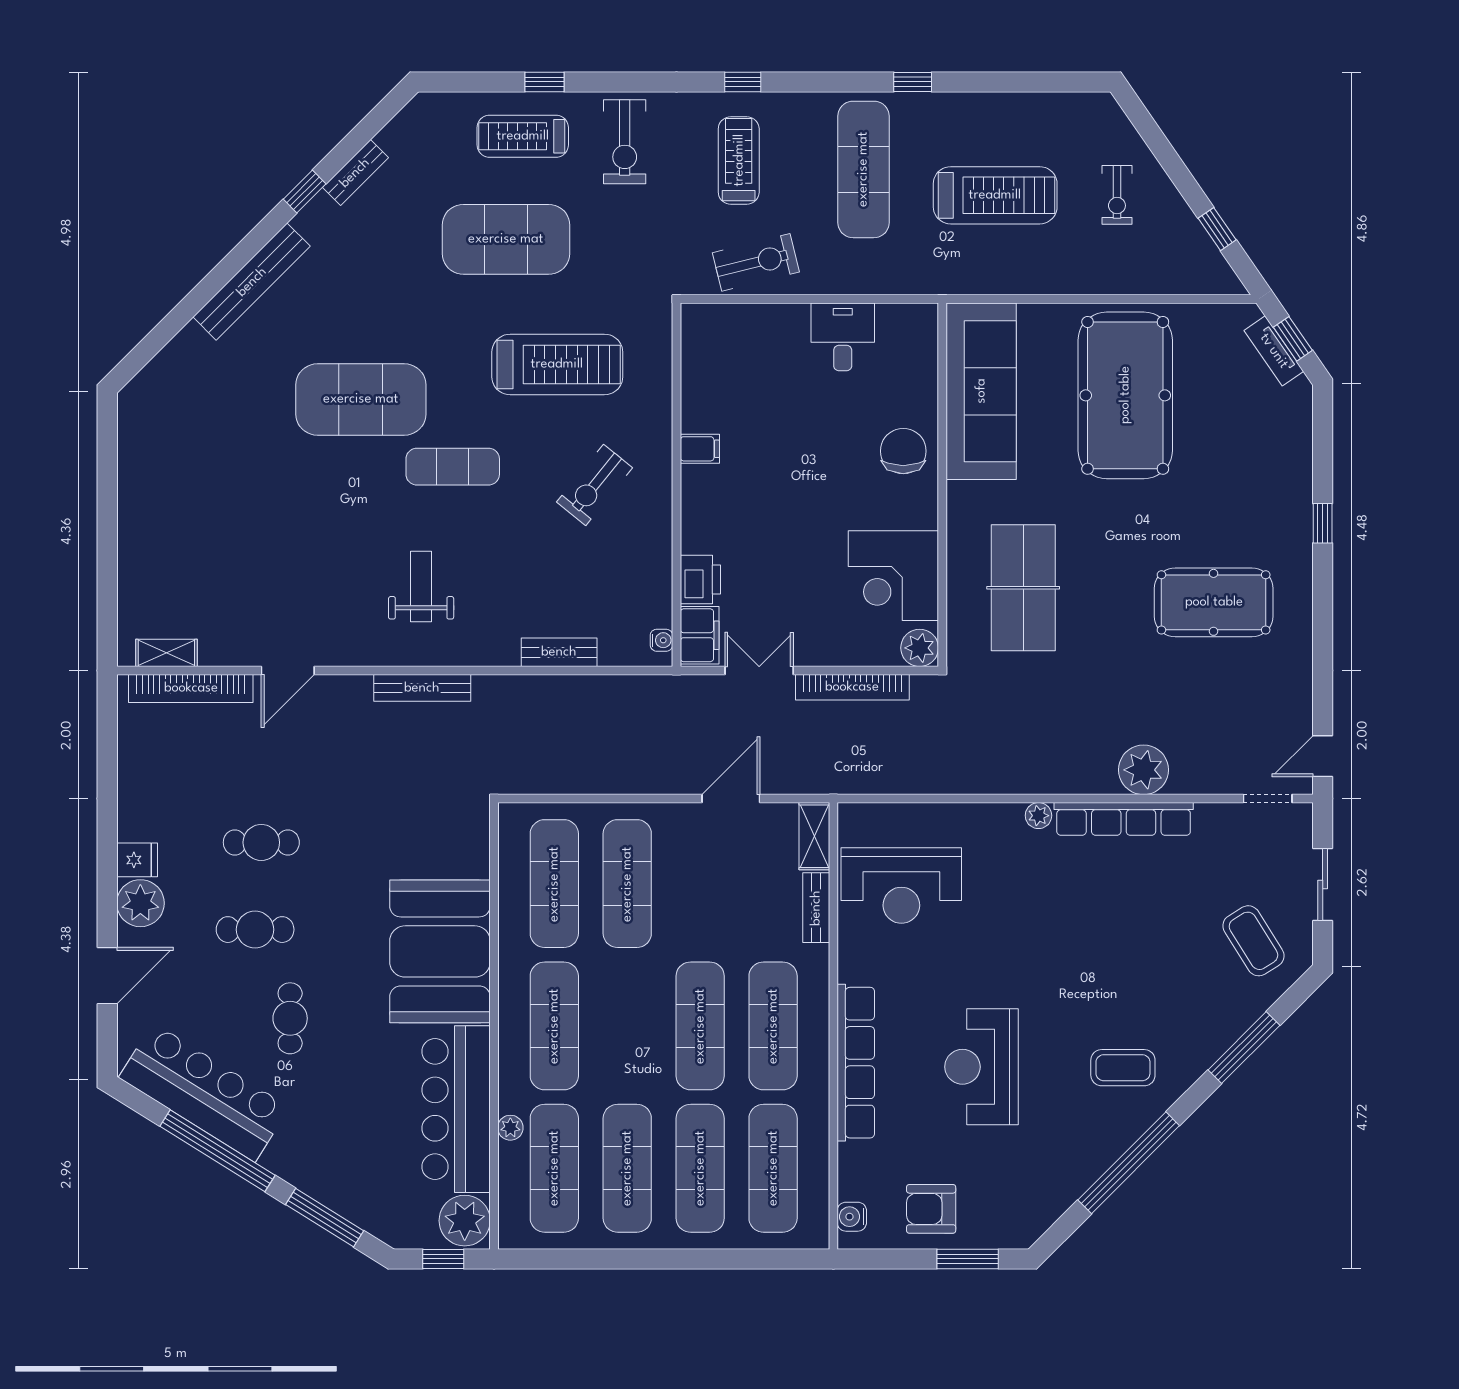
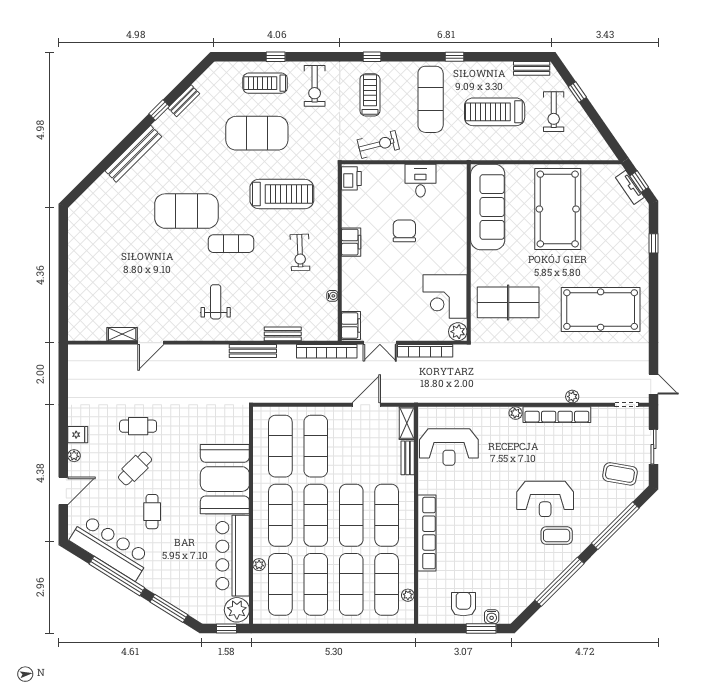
bench: (1072, 106) -> (532, 68), added
treadmill: (995, 195) -> (495, 112), turned 180
exercise bike: (1117, 195) -> (554, 112), width x1.38, depth x1.39
window: (1217, 229) -> (577, 92), moved
filing cabinet: (700, 449) -> (351, 242), width x2.00
chair: (903, 451) -> (404, 231), moved
exercise bike: (595, 485) -> (300, 252), turned -41
window: (1323, 523) -> (654, 243), moved
printer: (700, 579) -> (351, 178), moved
table tennis table: (1023, 588) -> (508, 302), turned 90
pool table: (1214, 602) -> (601, 310), width x1.36, depth x1.32
water cooler: (661, 640) -> (332, 296), moved
shelving: (166, 653) -> (122, 334), moved
double door: (759, 670) -> (380, 343), swing flipped
bookcase: (191, 688) -> (327, 351), moved
bench: (422, 688) -> (253, 351), moved
door: (1323, 756) -> (654, 384), swing flipped
plant: (1143, 770) -> (572, 397), width x0.53, depth x0.53
plant: (140, 903) -> (74, 456), width x0.53, depth x0.53
cafe table: (255, 930) -> (135, 468), turned -45
coffee table: (1253, 941) -> (620, 474), turned -48
exercise mat: (627, 1026) -> (316, 515), added
window: (1244, 1048) -> (615, 526), width x1.46
reception desk: (982, 1067) -> (545, 499), moved, turned -90
plant: (817, 1190) -> (408, 595), added
armchair: (931, 1209) -> (463, 604), turned 90
water cooler: (852, 1217) -> (492, 617), moved, turned -90

